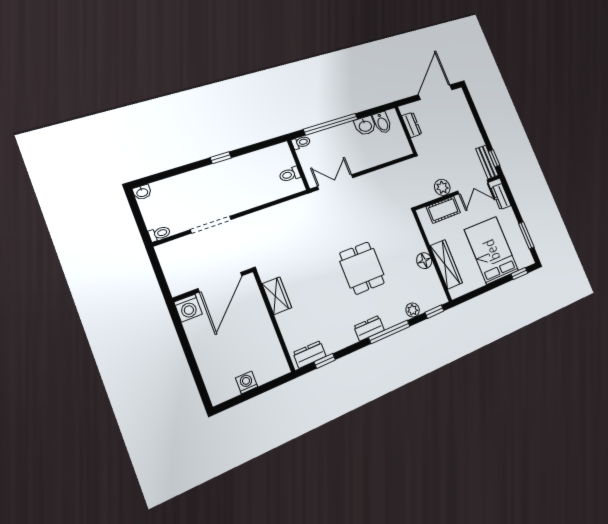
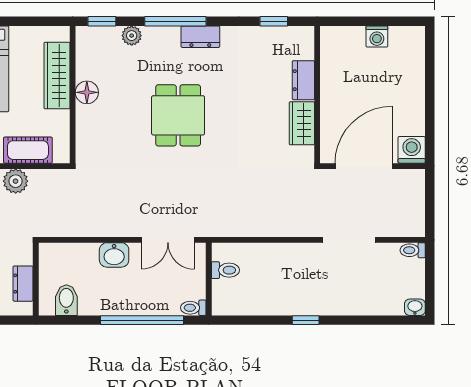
washbasin: (365, 126) -> (114, 255), moved, turned 180
dresser: (310, 354) -> (303, 80), moved, turned 90

